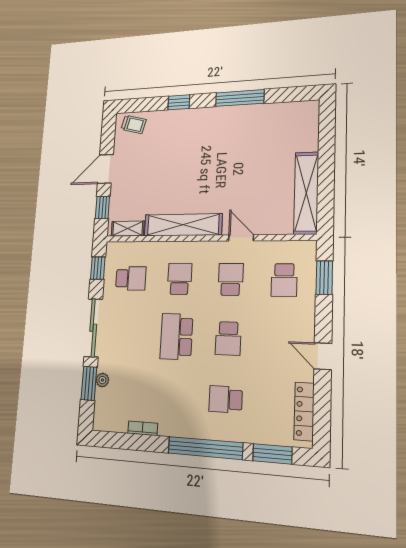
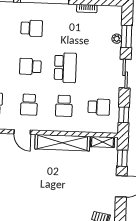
school desk: (131, 278) -> (99, 107), turned 180
sliding door: (93, 328) -> (125, 74), width x0.73
school desk: (228, 338) -> (30, 66), turned -90

